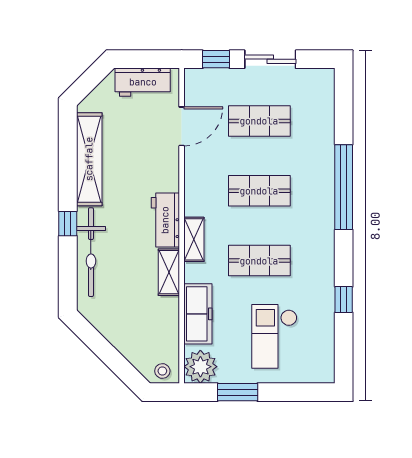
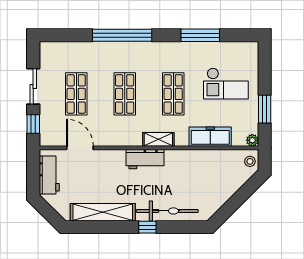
shelving: (169, 272) -> (181, 157), removed
window: (344, 300) -> (200, 35), width x2.17
plant: (200, 367) -> (252, 140), width x0.53, depth x0.53

